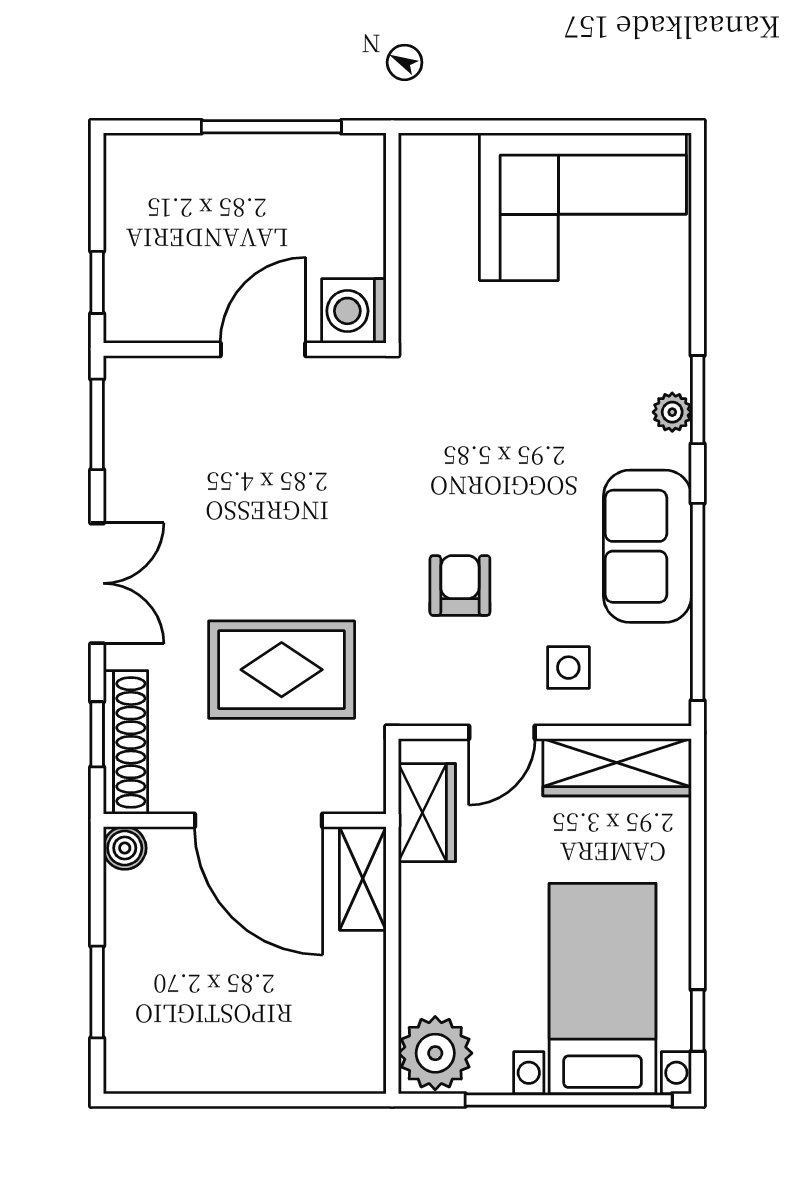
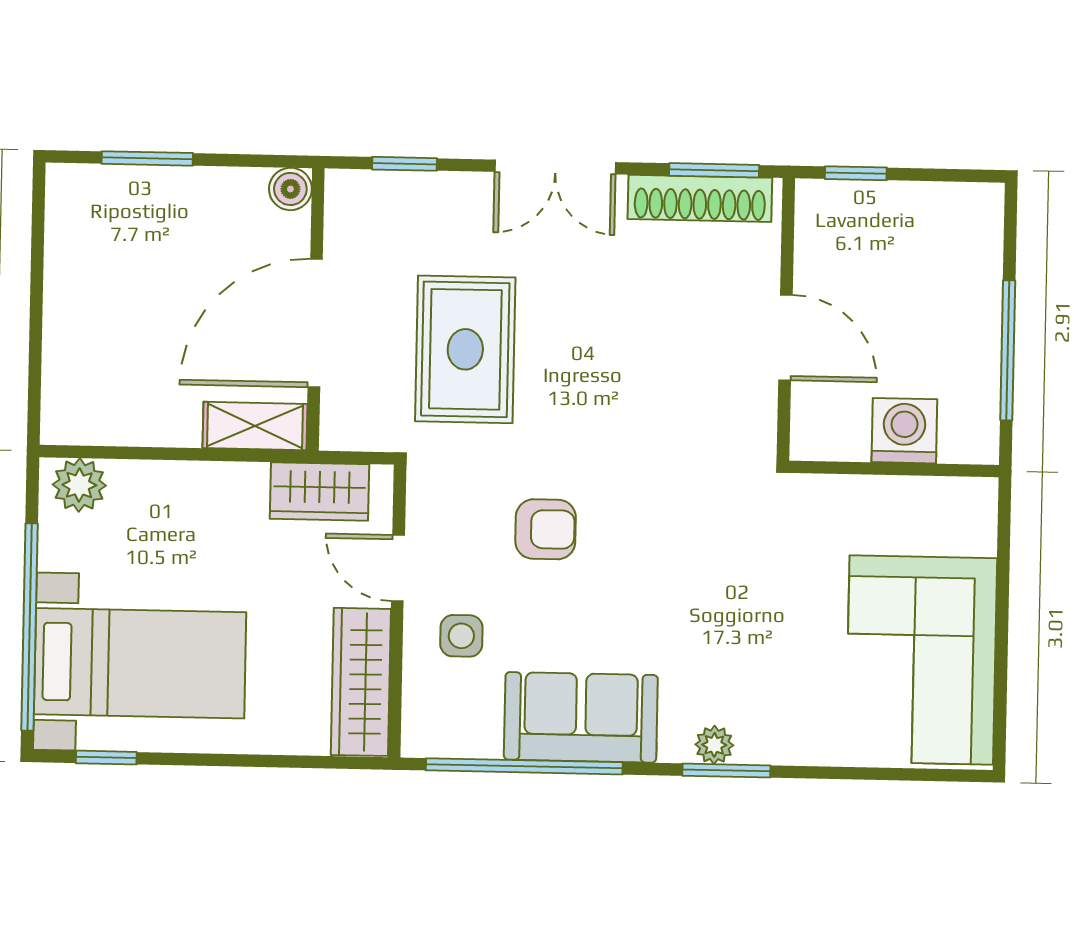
washing machine: (354, 311) -> (904, 431), moved
shoe rack: (126, 742) -> (700, 198), moved
plant: (435, 1053) -> (79, 485), width x0.73, depth x0.73

